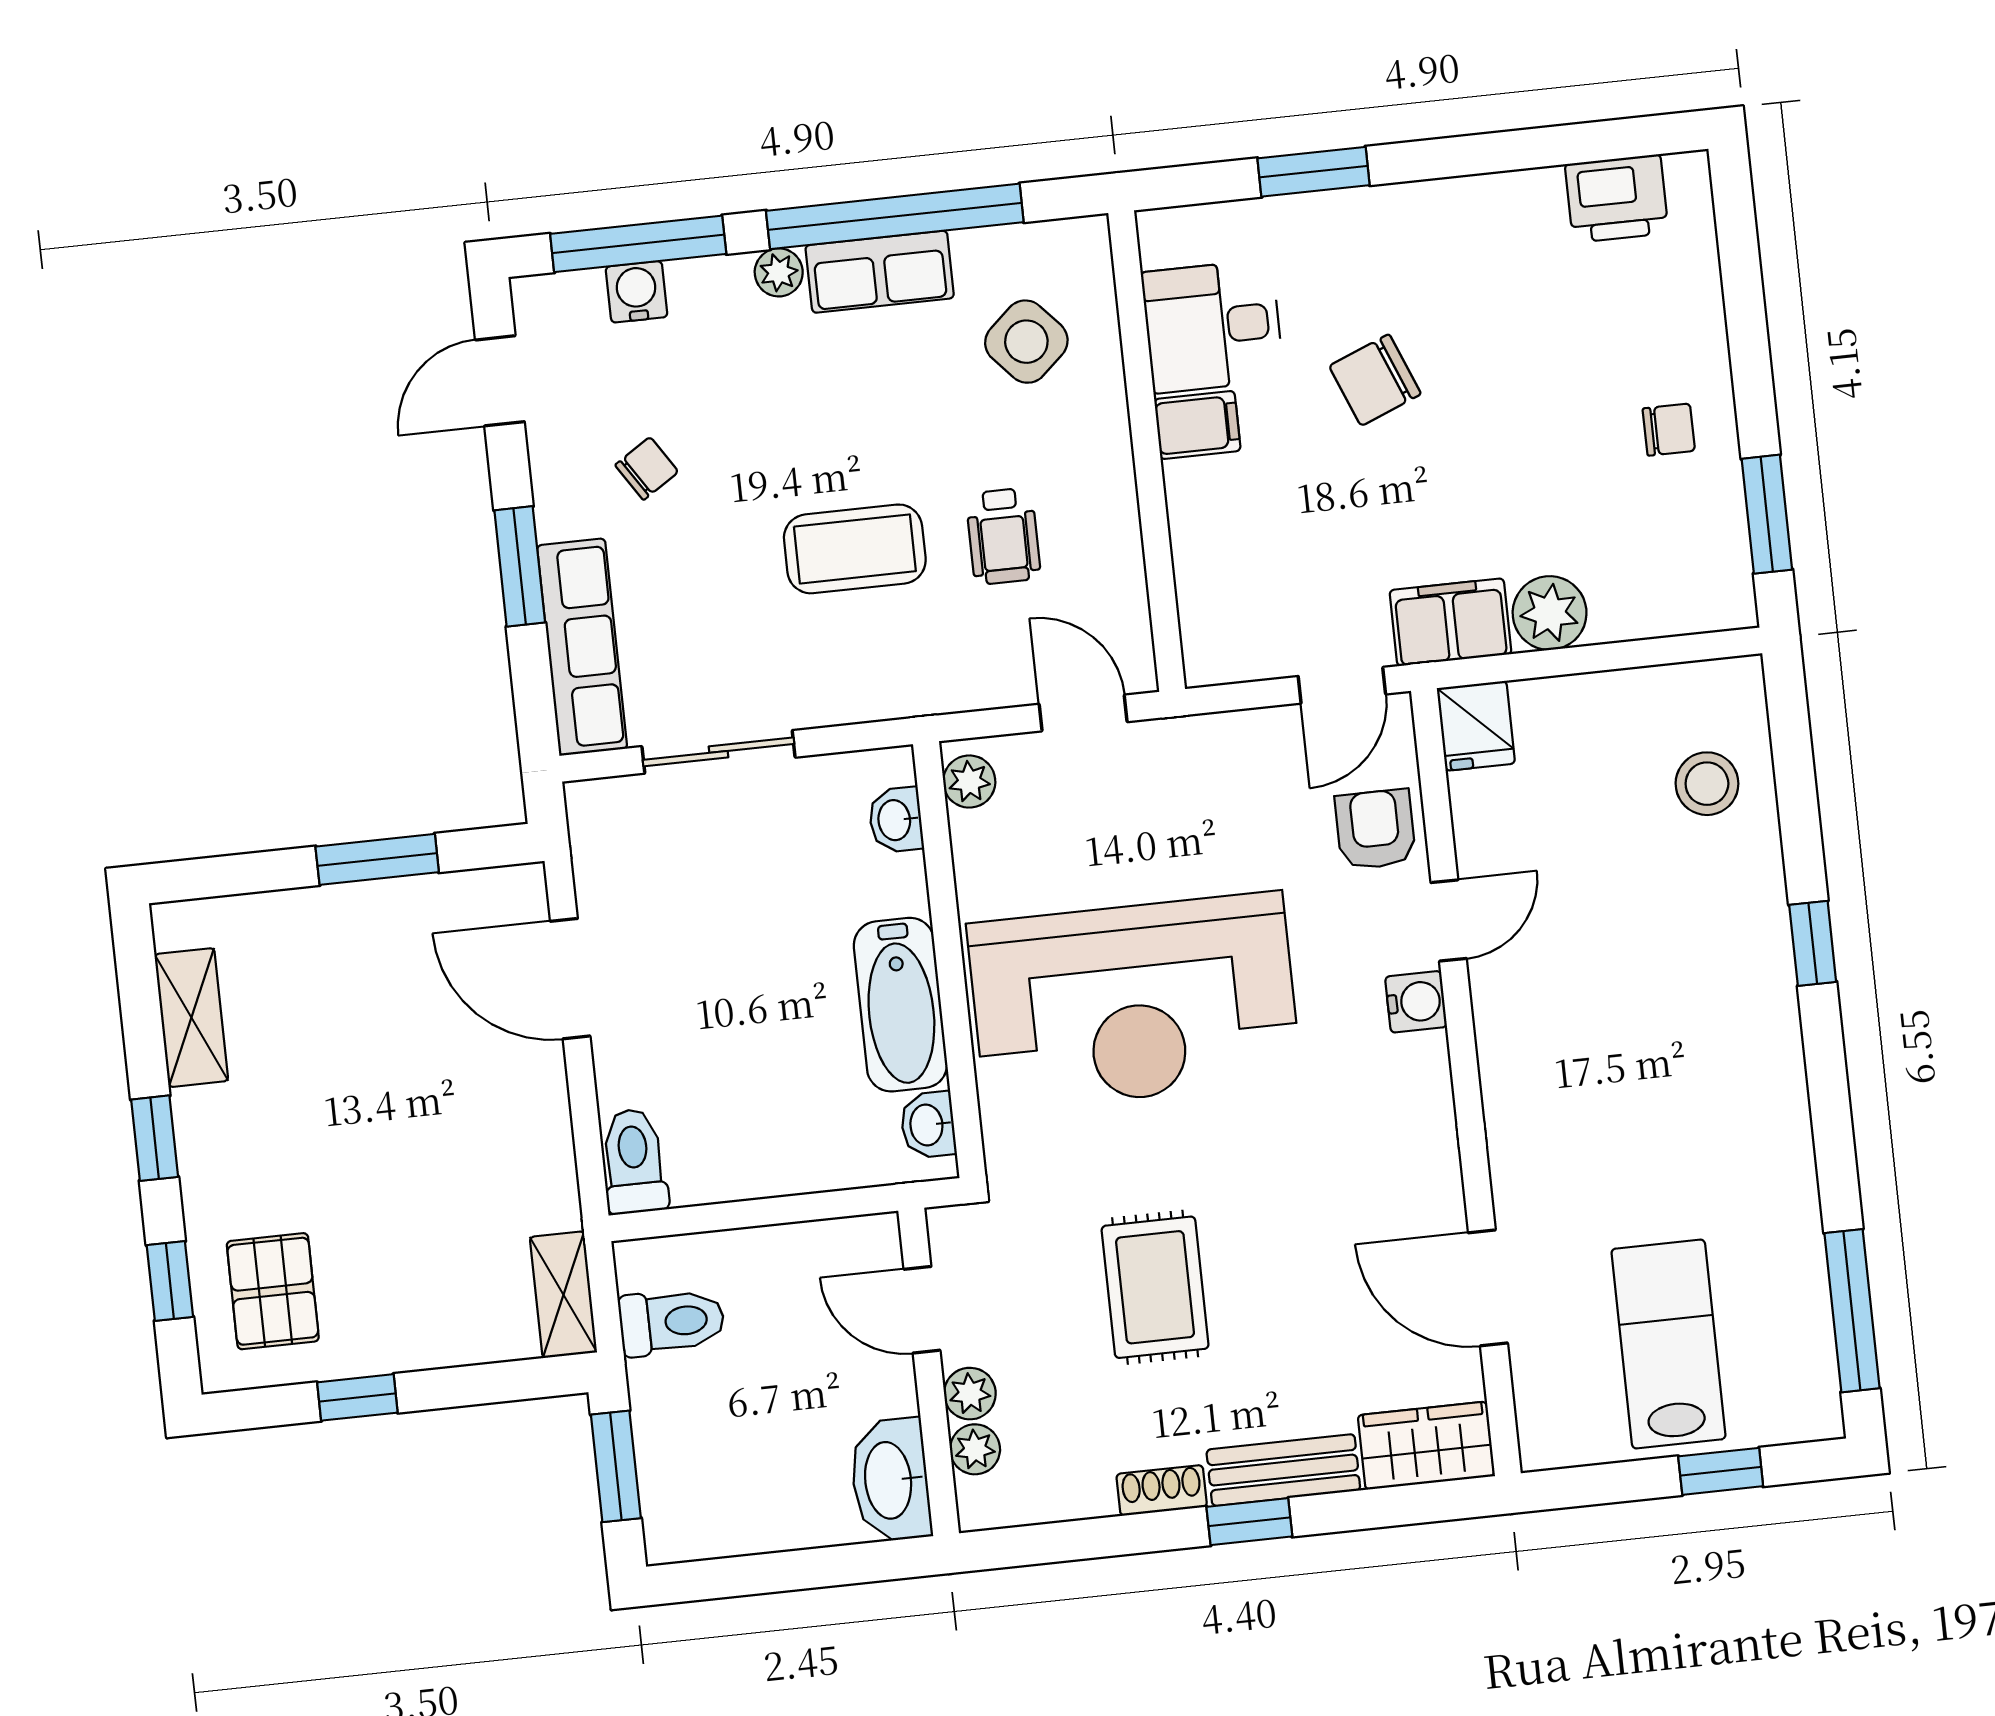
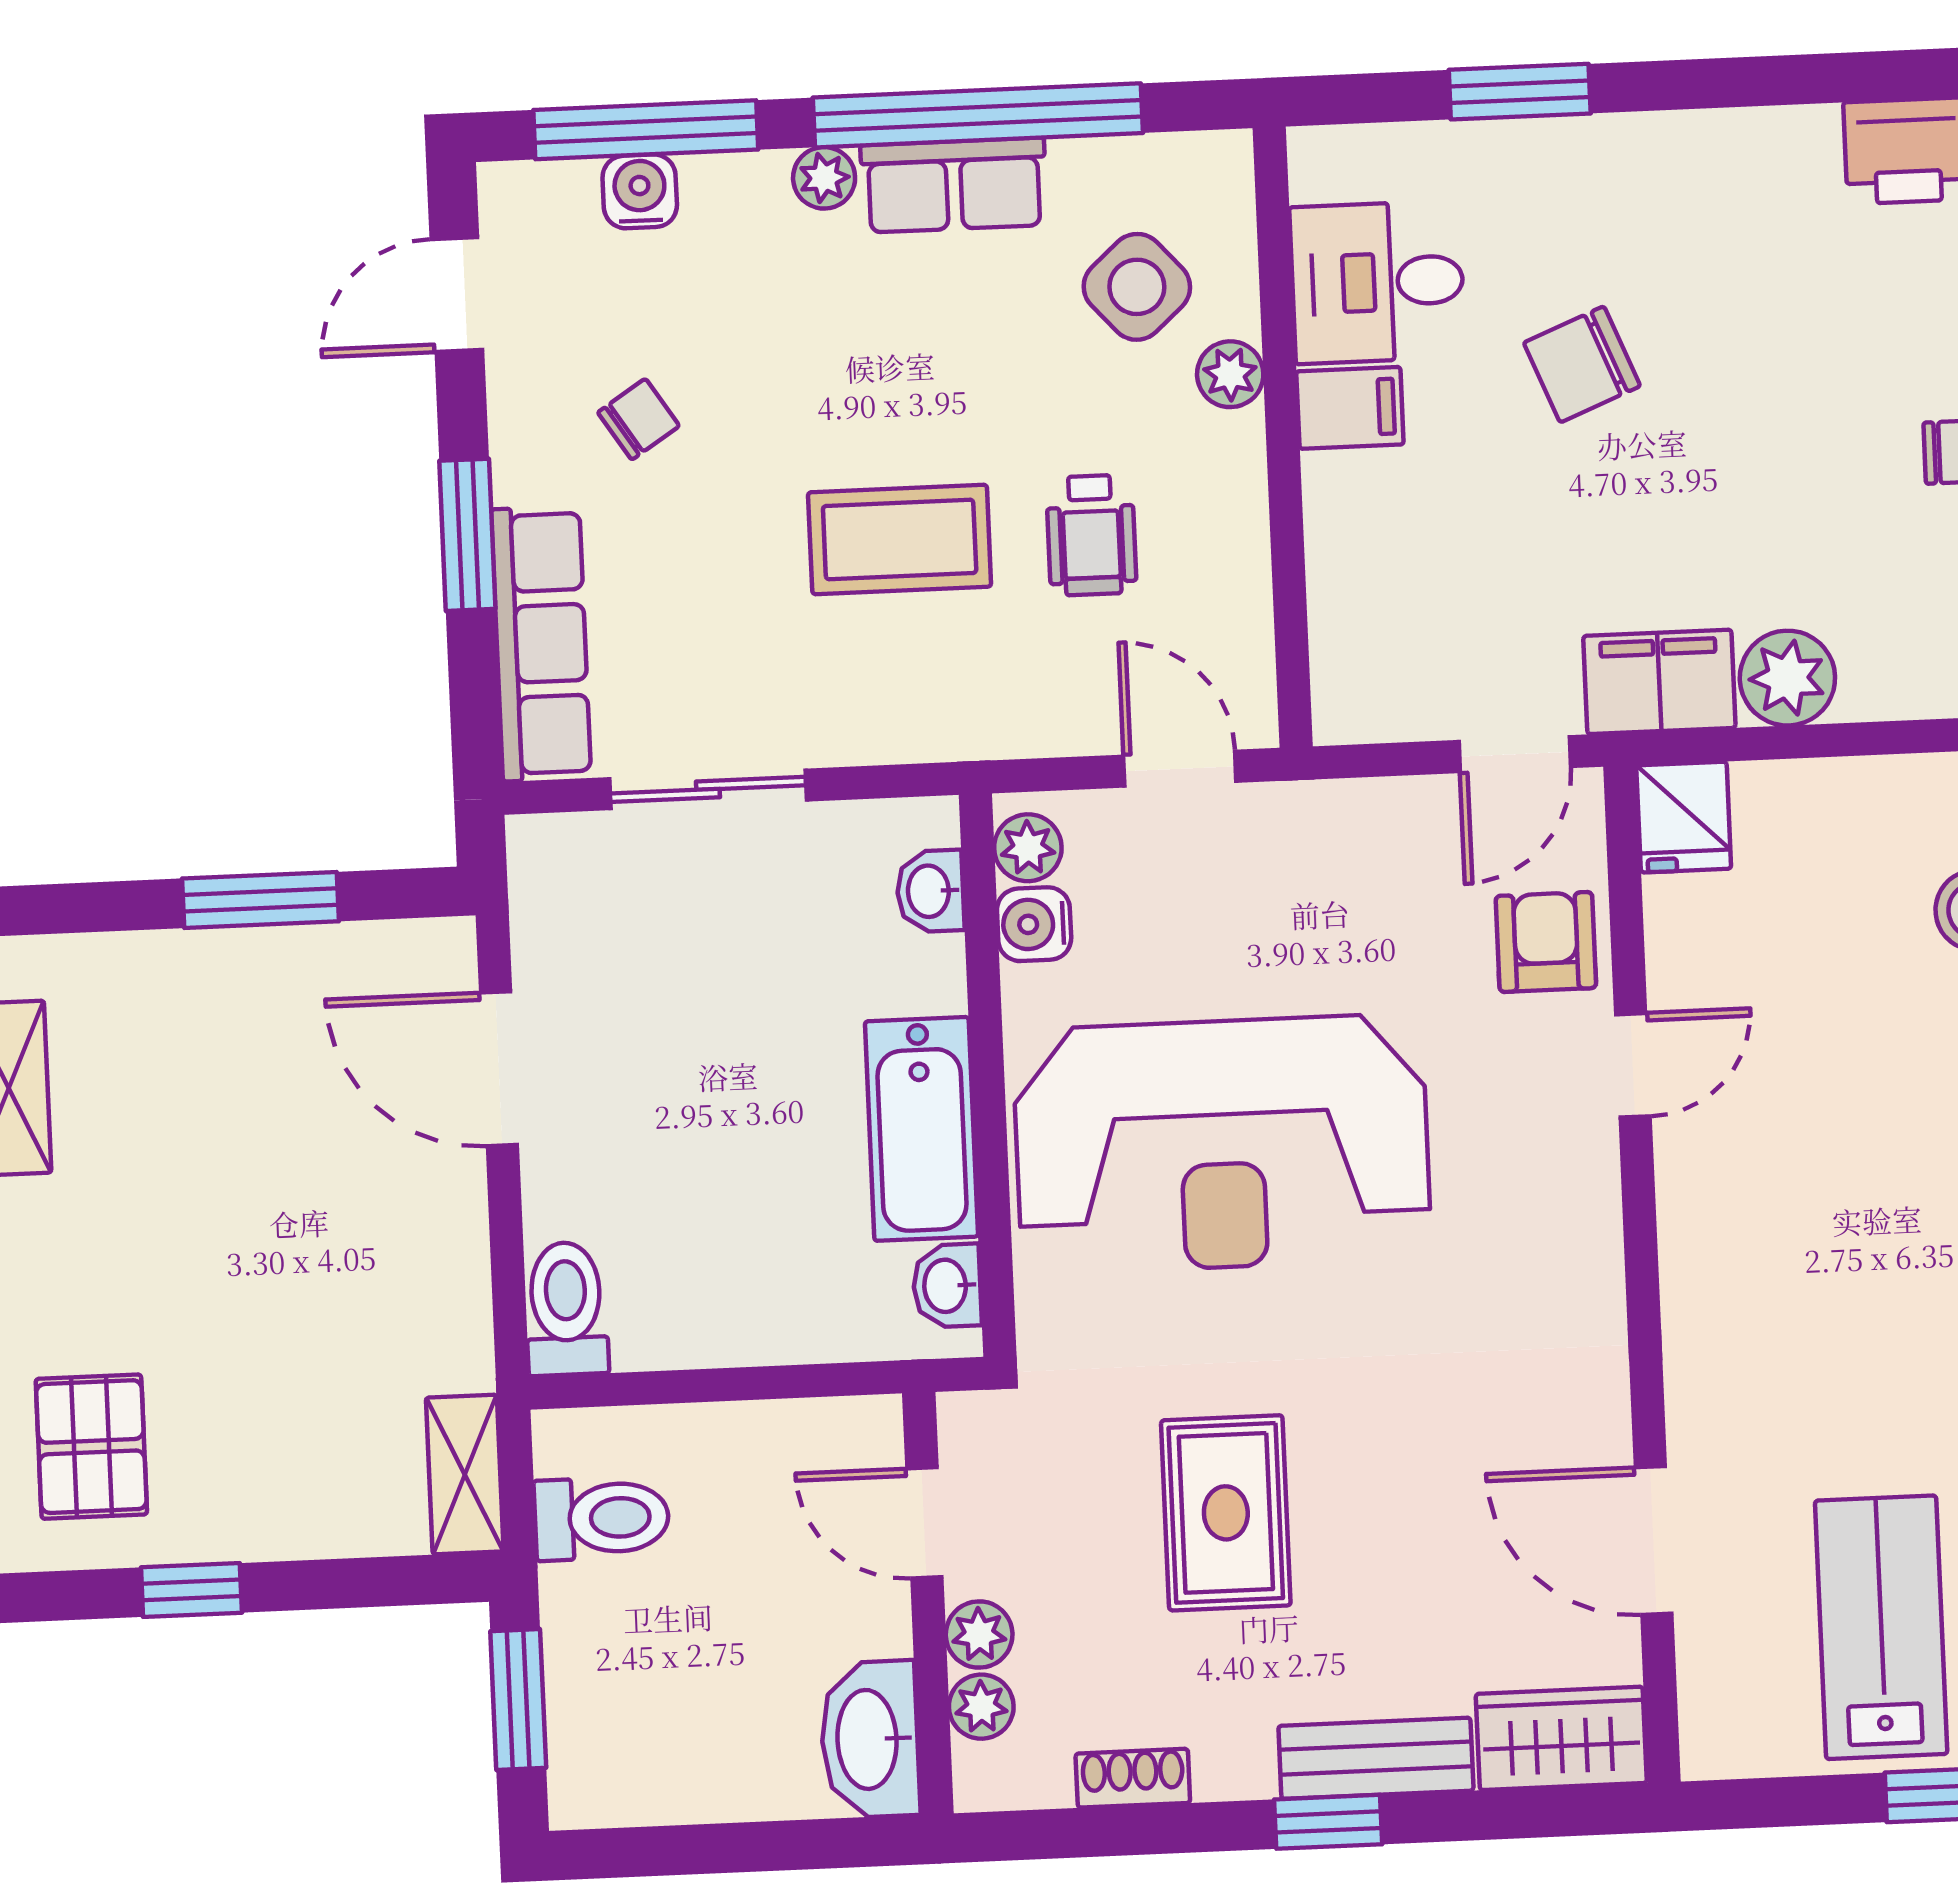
plant: (1103, 405) -> (1230, 374), added
water cooler: (1416, 1002) -> (1034, 924), moved, turned 180
shoe rack: (1162, 1490) -> (1133, 1778), moved

